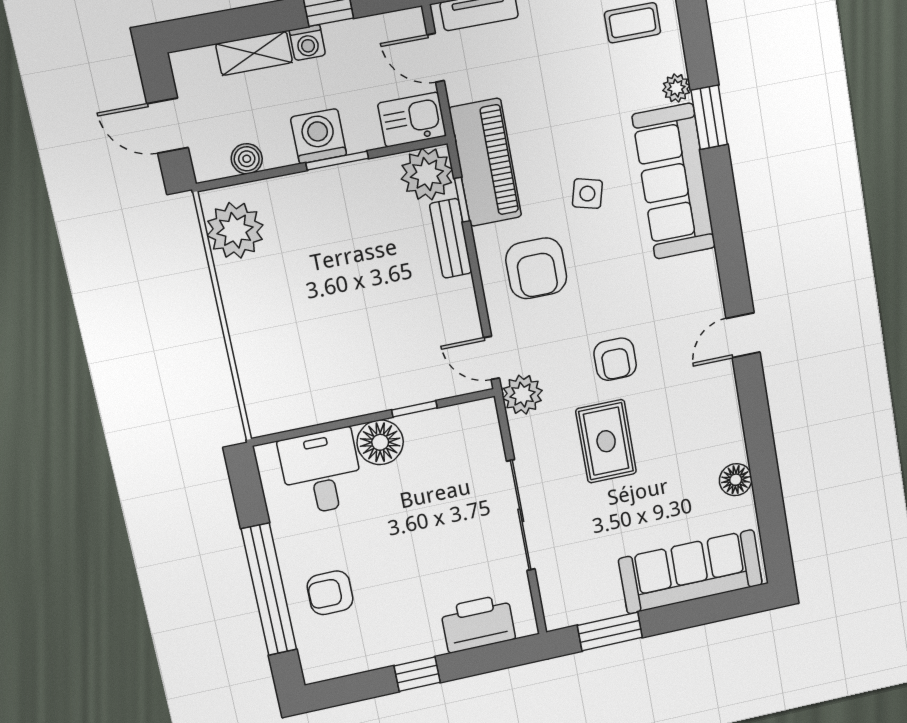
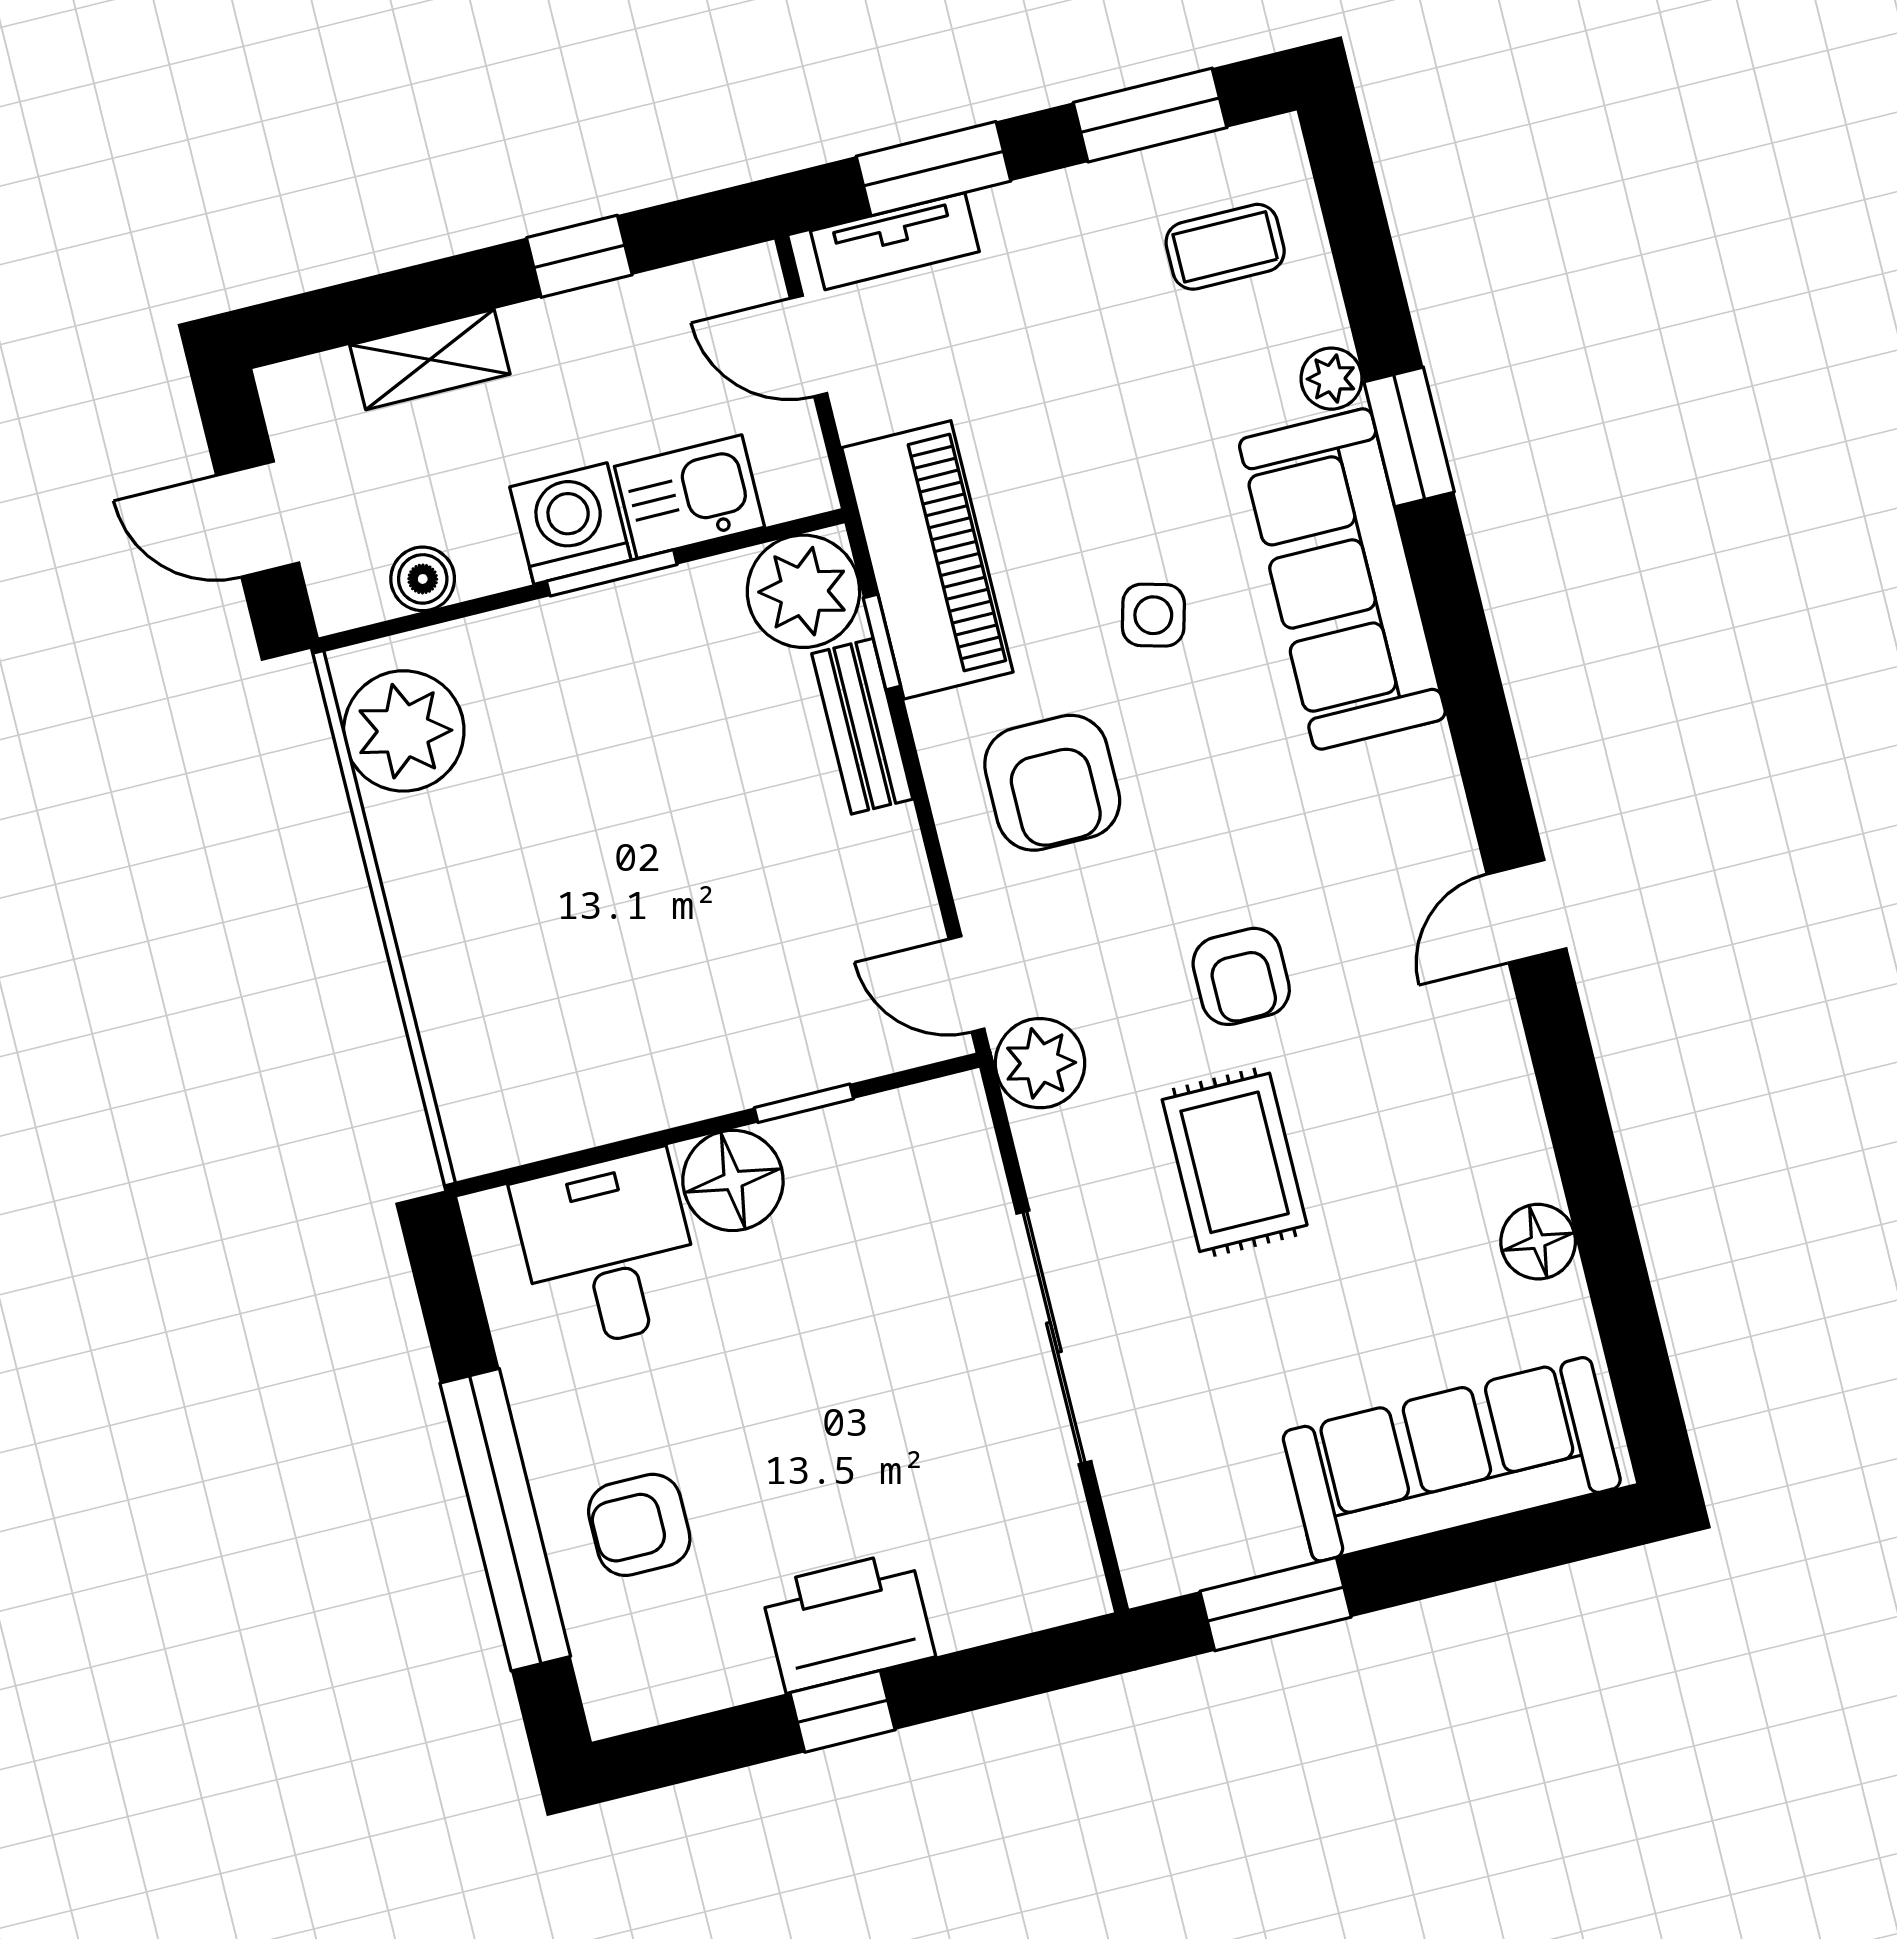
washing machine: (307, 43) -> (539, 331), removed
kitchen sink: (412, 120) -> (689, 497), moved
printer: (478, 624) -> (848, 1621), moved

